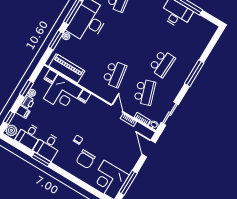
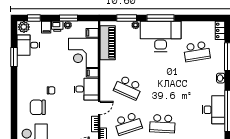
school desk: (115, 74) -> (128, 88), turned 33
desk: (48, 146) -> (86, 89), moved, turned 180
window: (41, 159) -> (14, 57), moved

